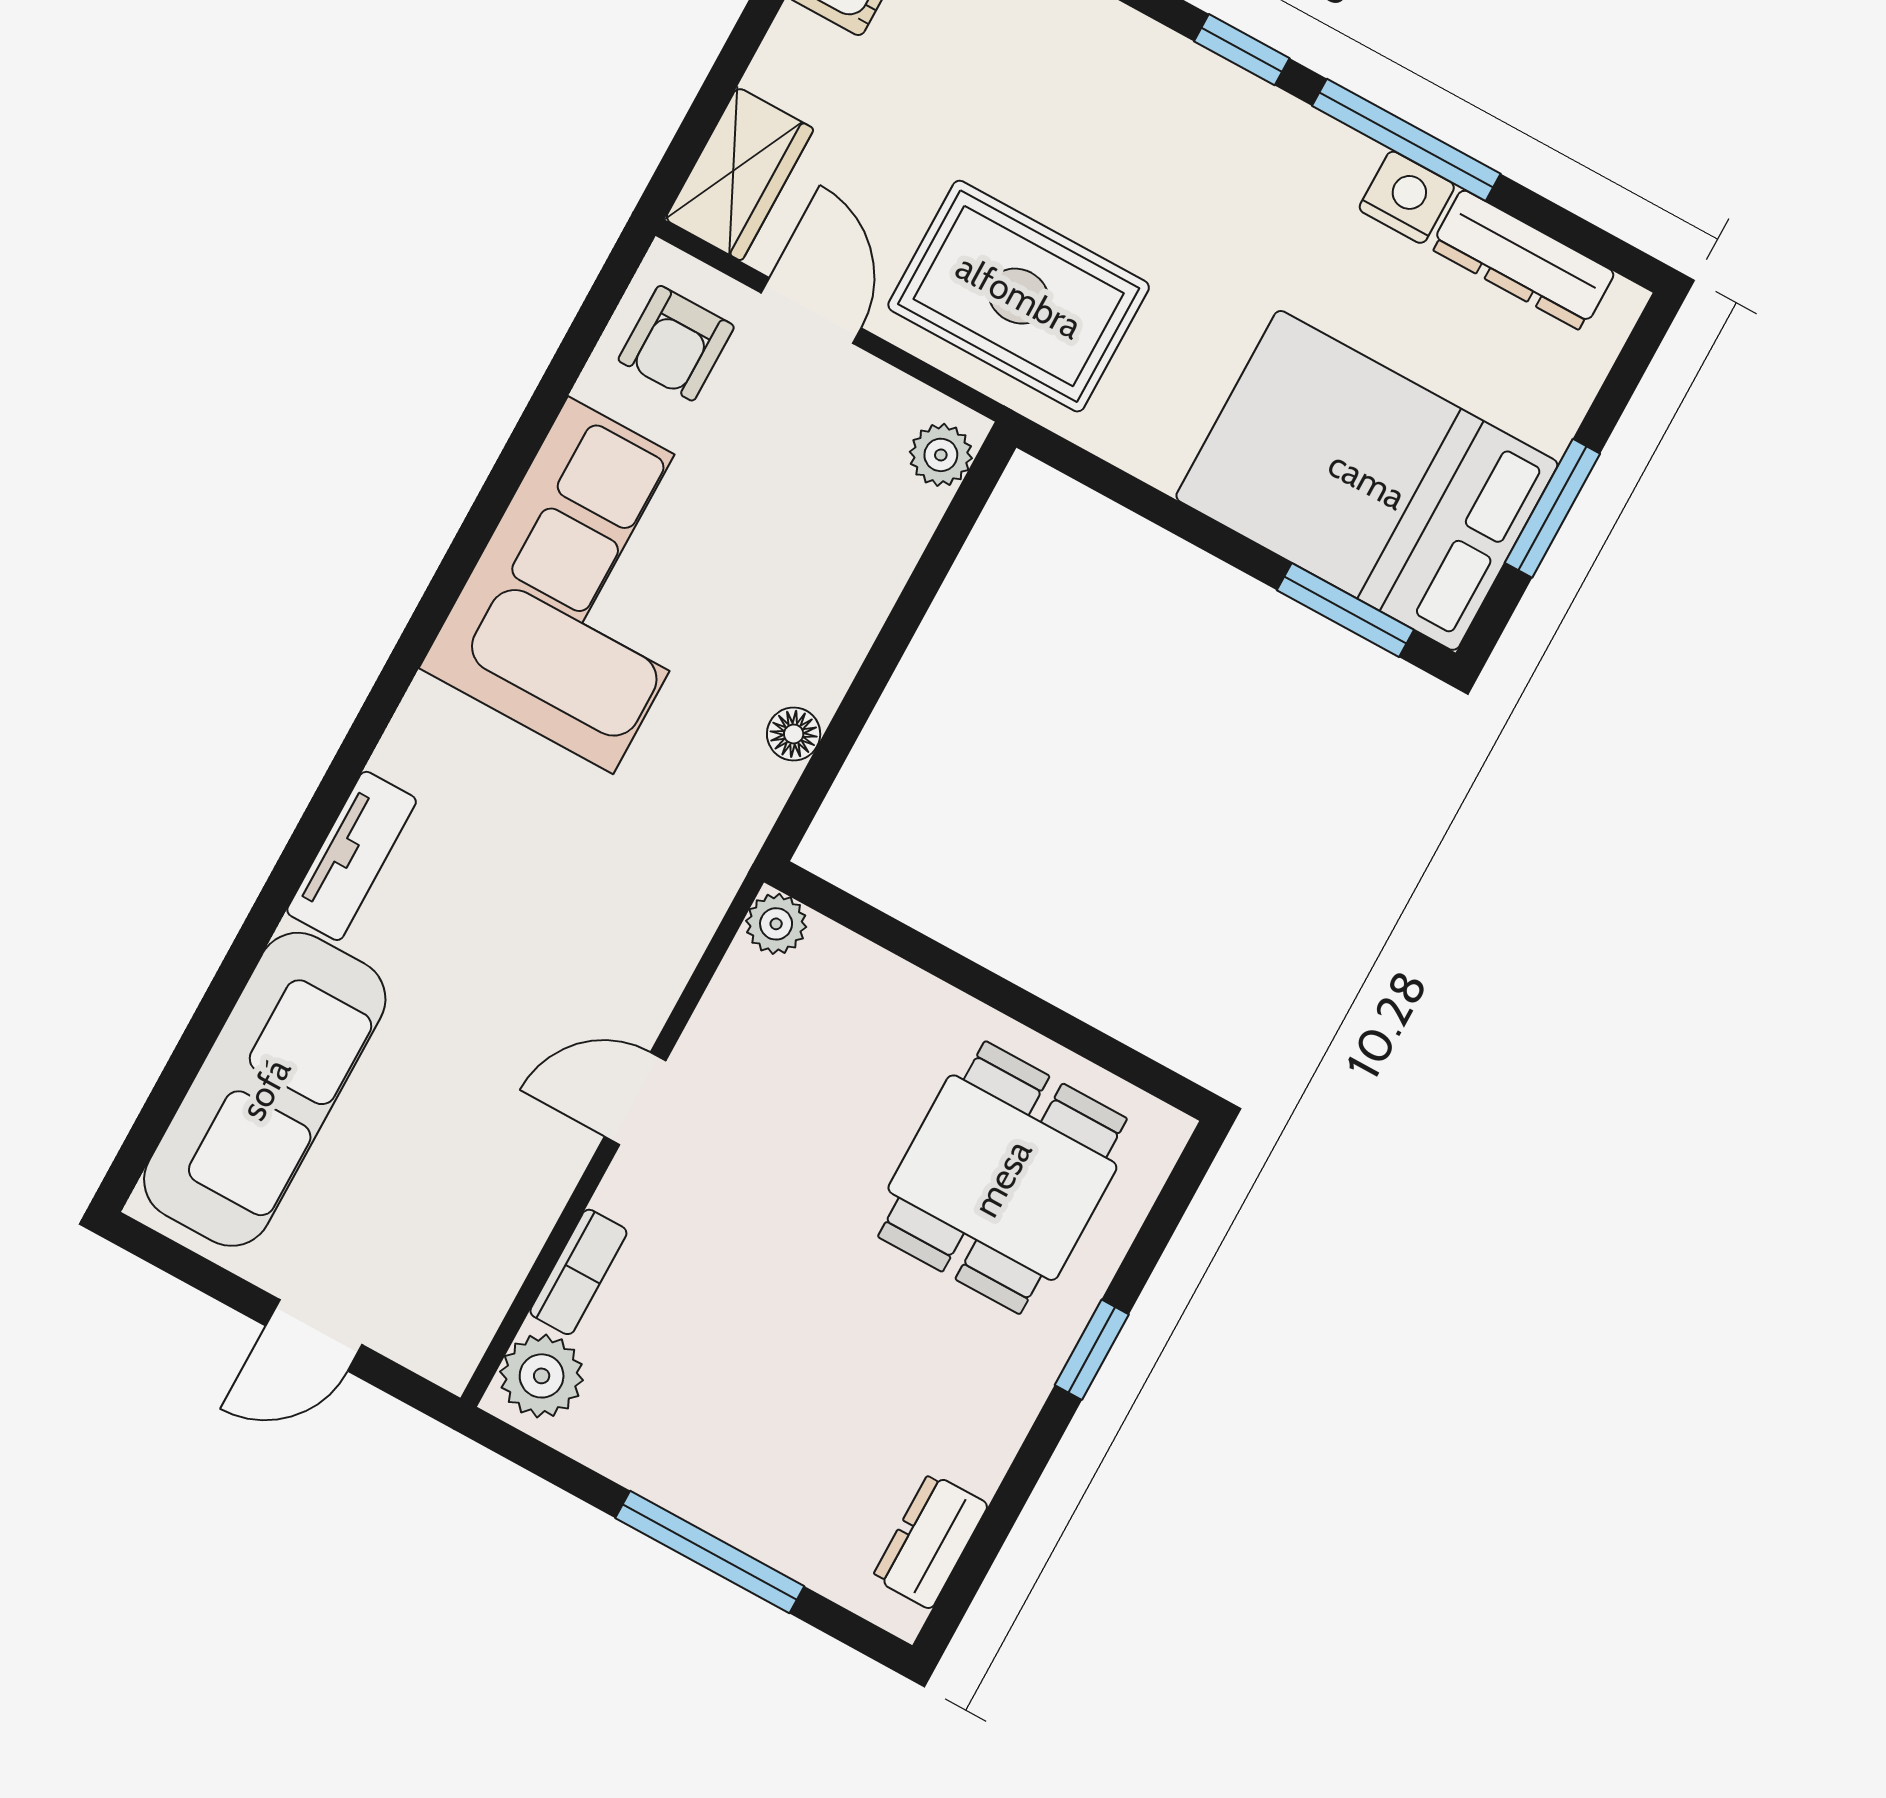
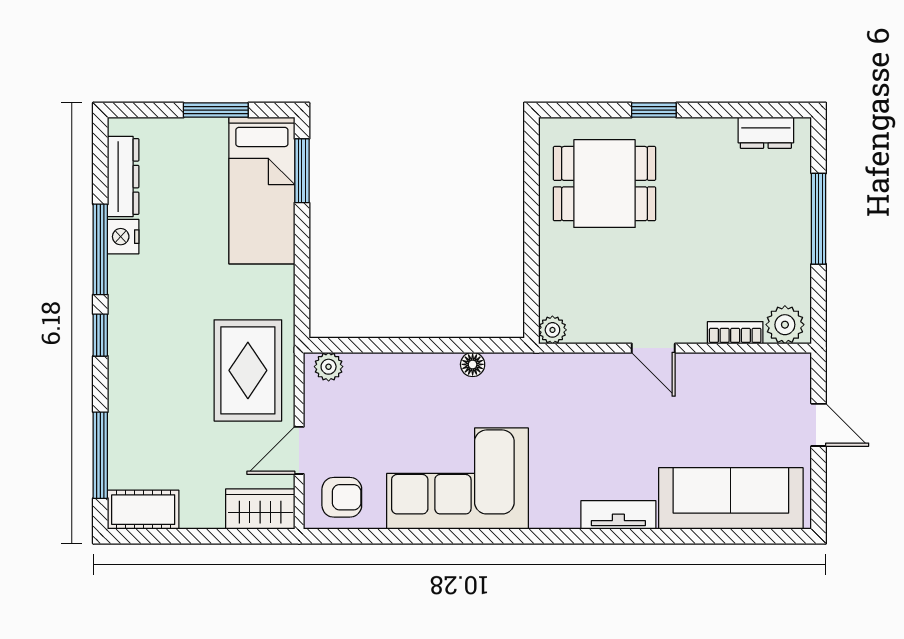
bed: (1367, 480) -> (262, 191), width x0.67

